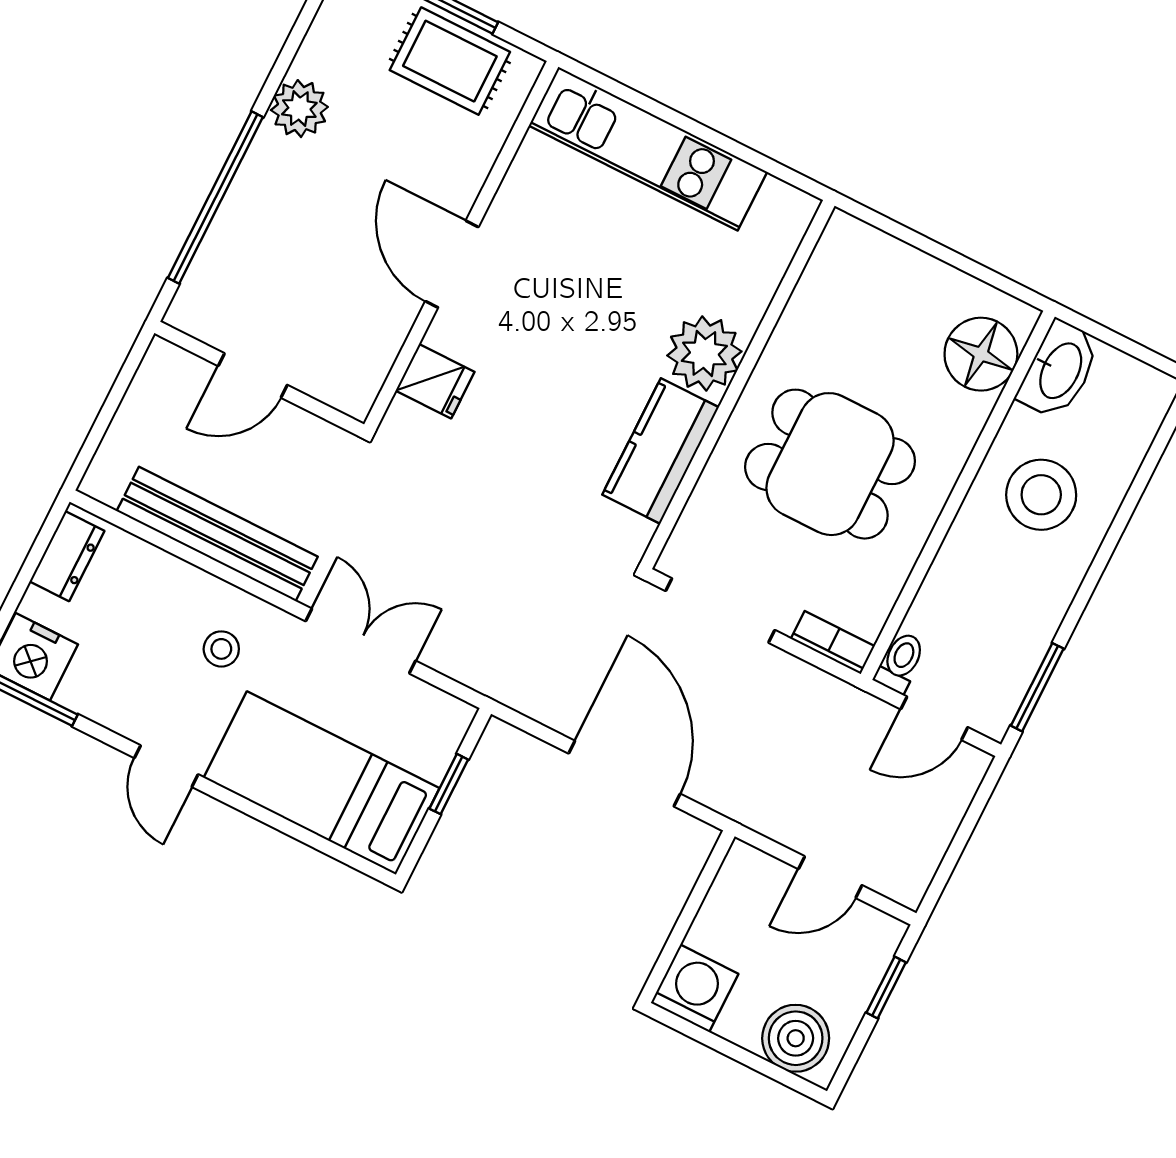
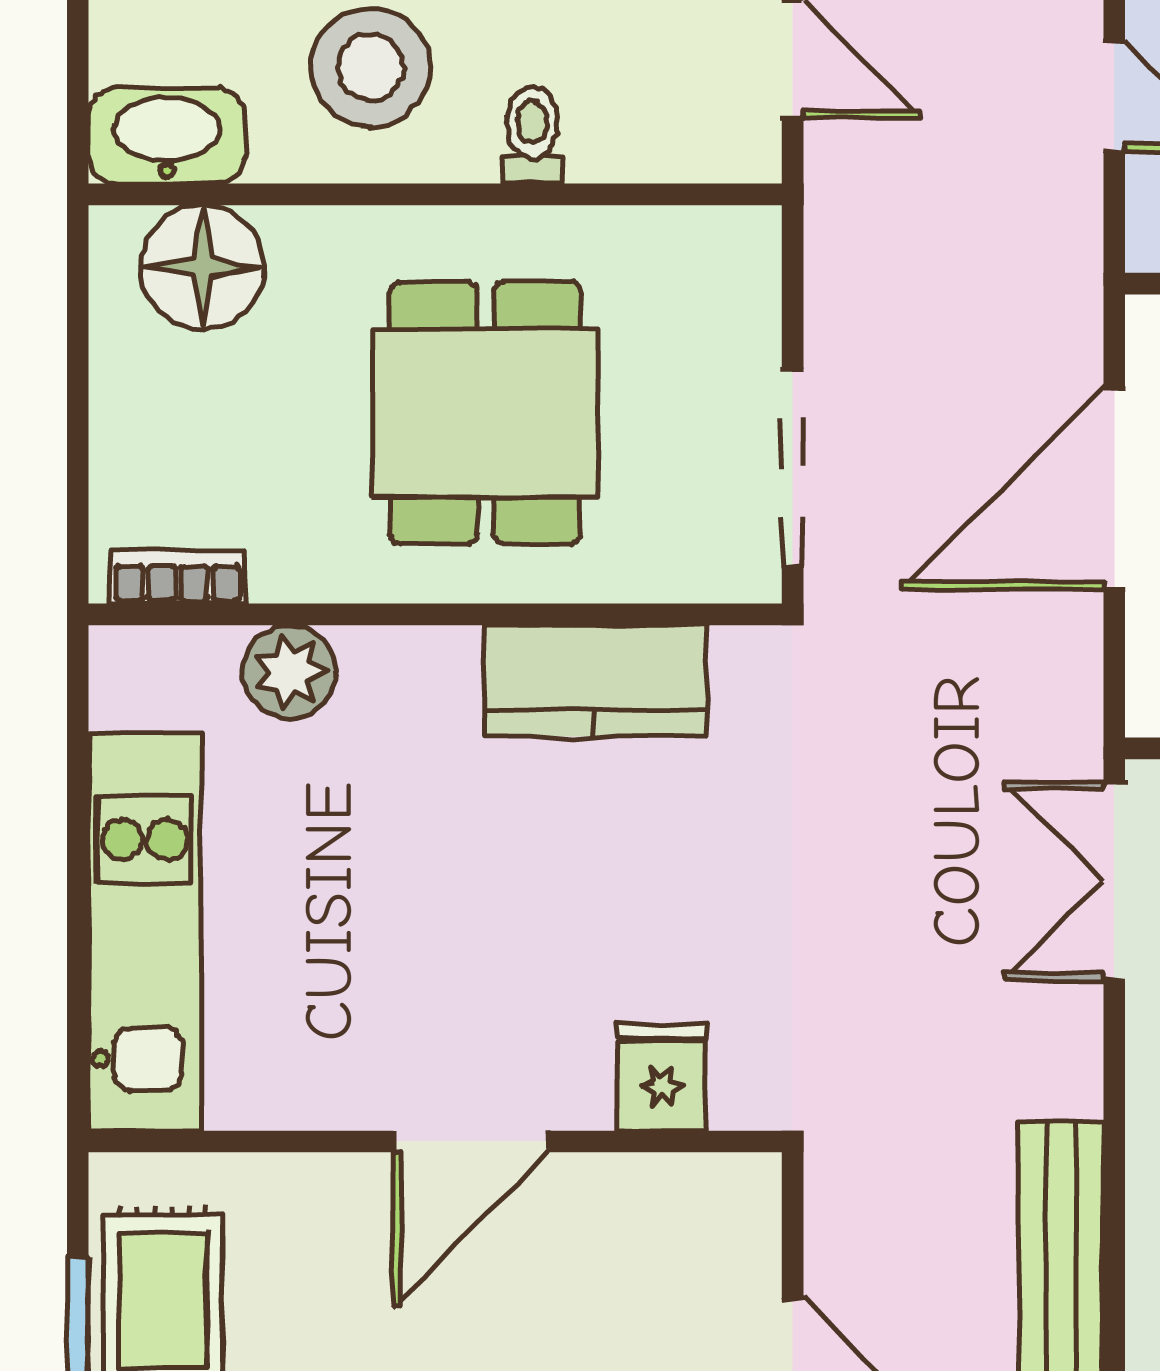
plant: (704, 353) -> (290, 672), moved, width x0.73, depth x0.73
double door: (361, 641) -> (1114, 881), moved
bookcase: (833, 642) -> (178, 577), moved, turned 90
toilet: (900, 662) -> (532, 135), moved, turned 90

